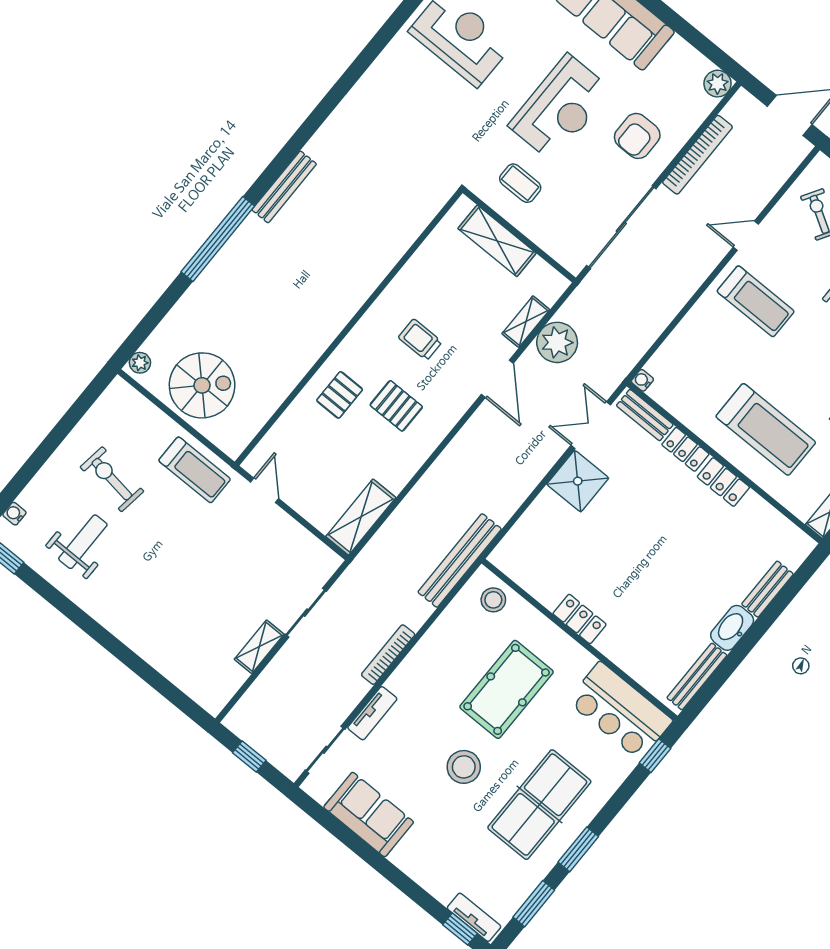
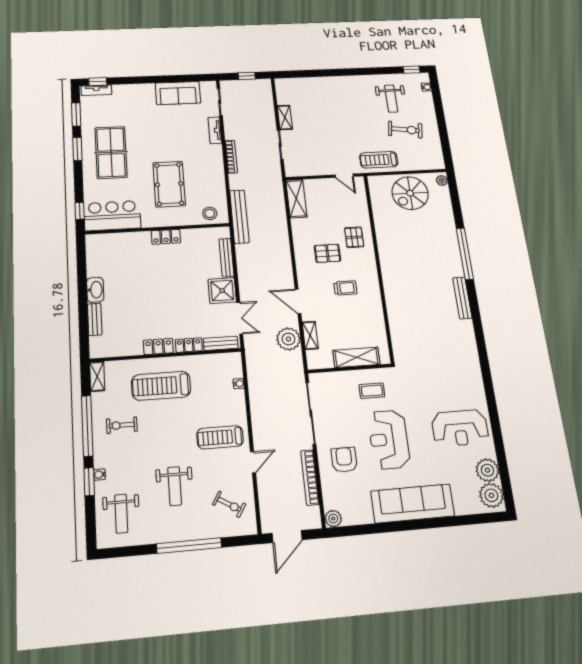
water cooler: (642, 380) -> (239, 384), moved
bench: (697, 676) -> (227, 258), moved
stool: (464, 767) -> (157, 141), removed

